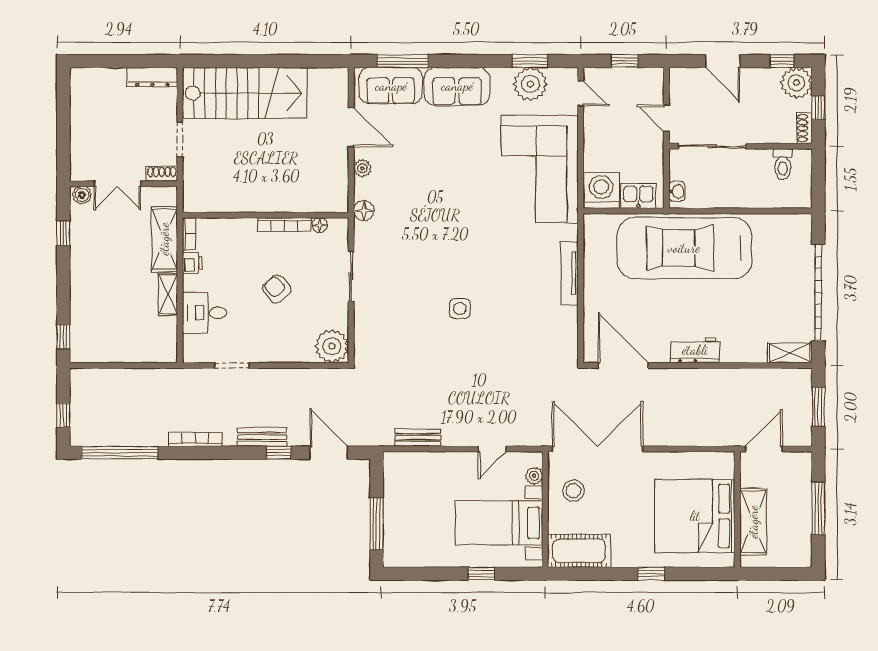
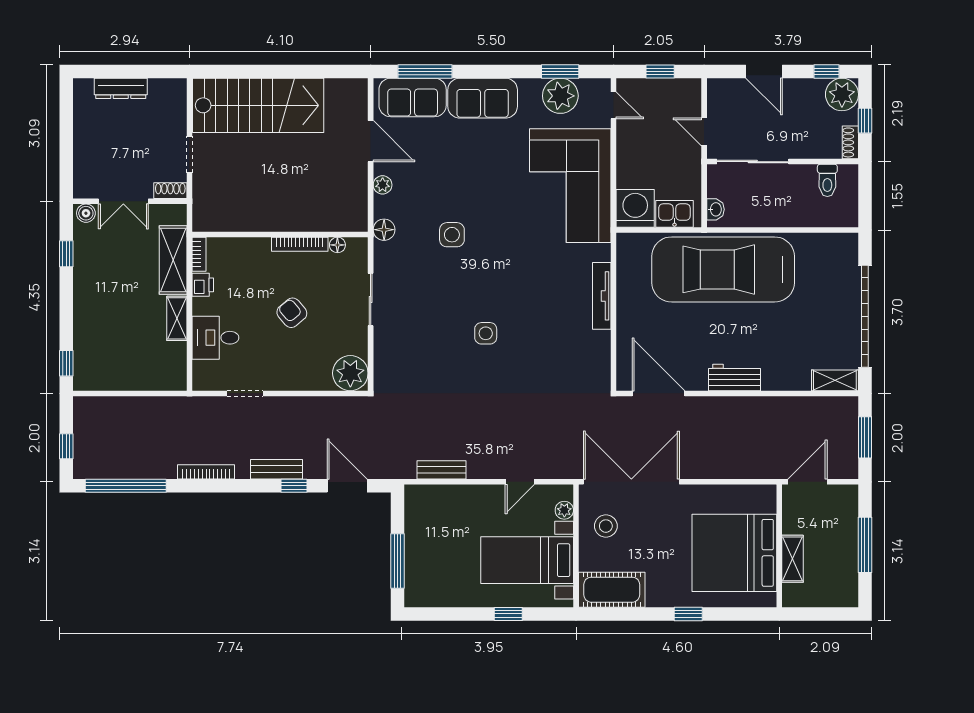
dresser: (152, 77) -> (121, 88), moved
side table: (428, 215) -> (452, 235), added
shelving: (753, 522) -> (792, 559), width x0.67, depth x0.75

